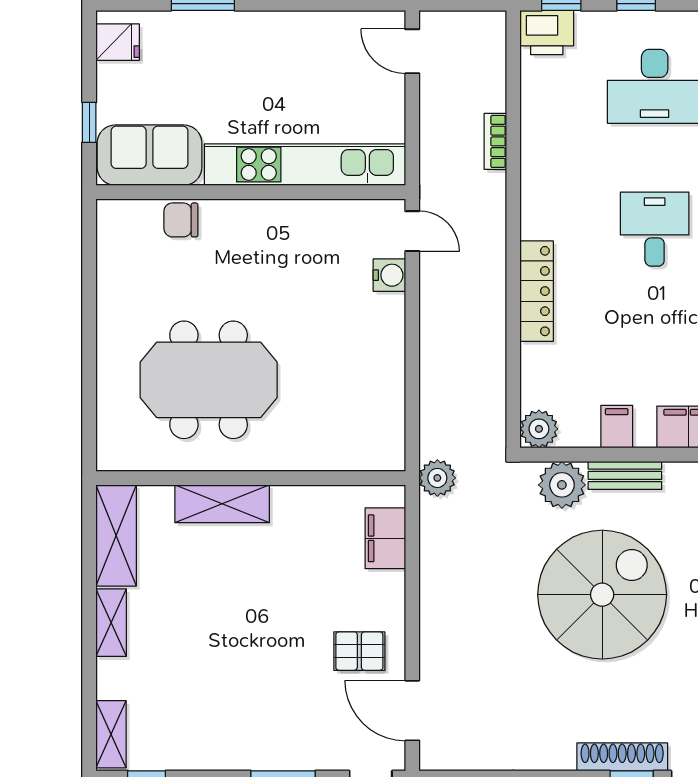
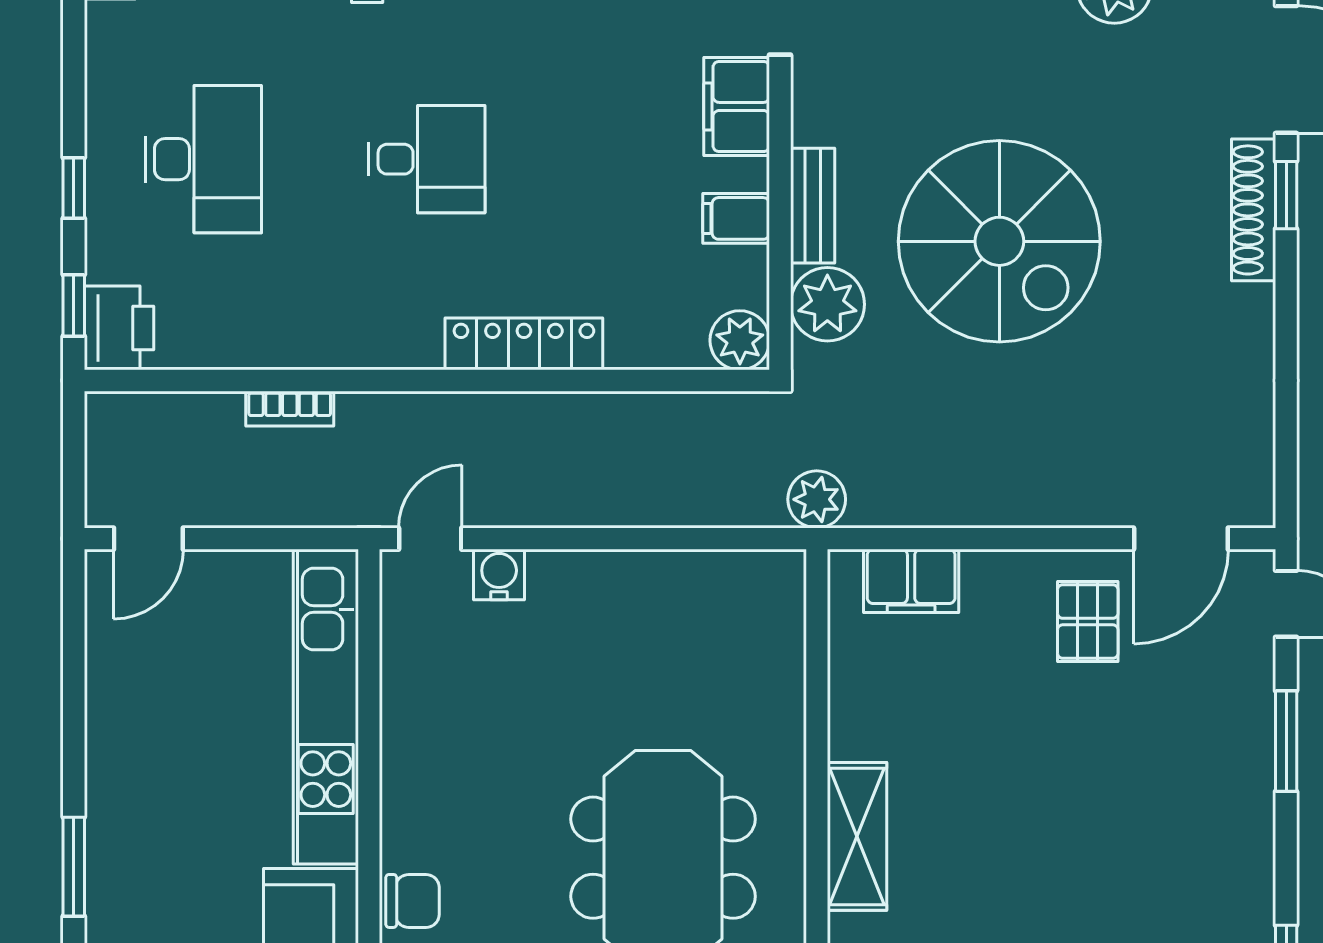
chair: (181, 220) -> (413, 901), turned -90
desk: (655, 229) -> (427, 159), turned 180
spiral stairs: (602, 595) -> (999, 241), turned 180

